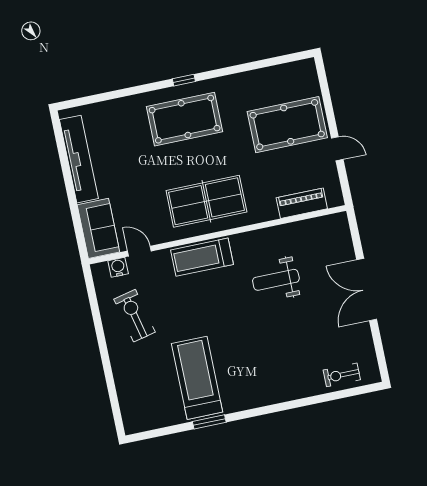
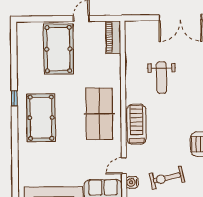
window: (184, 80) -> (14, 98), moved
piano: (302, 203) -> (113, 37), moved
treadmill: (202, 257) -> (136, 124), turned 180

